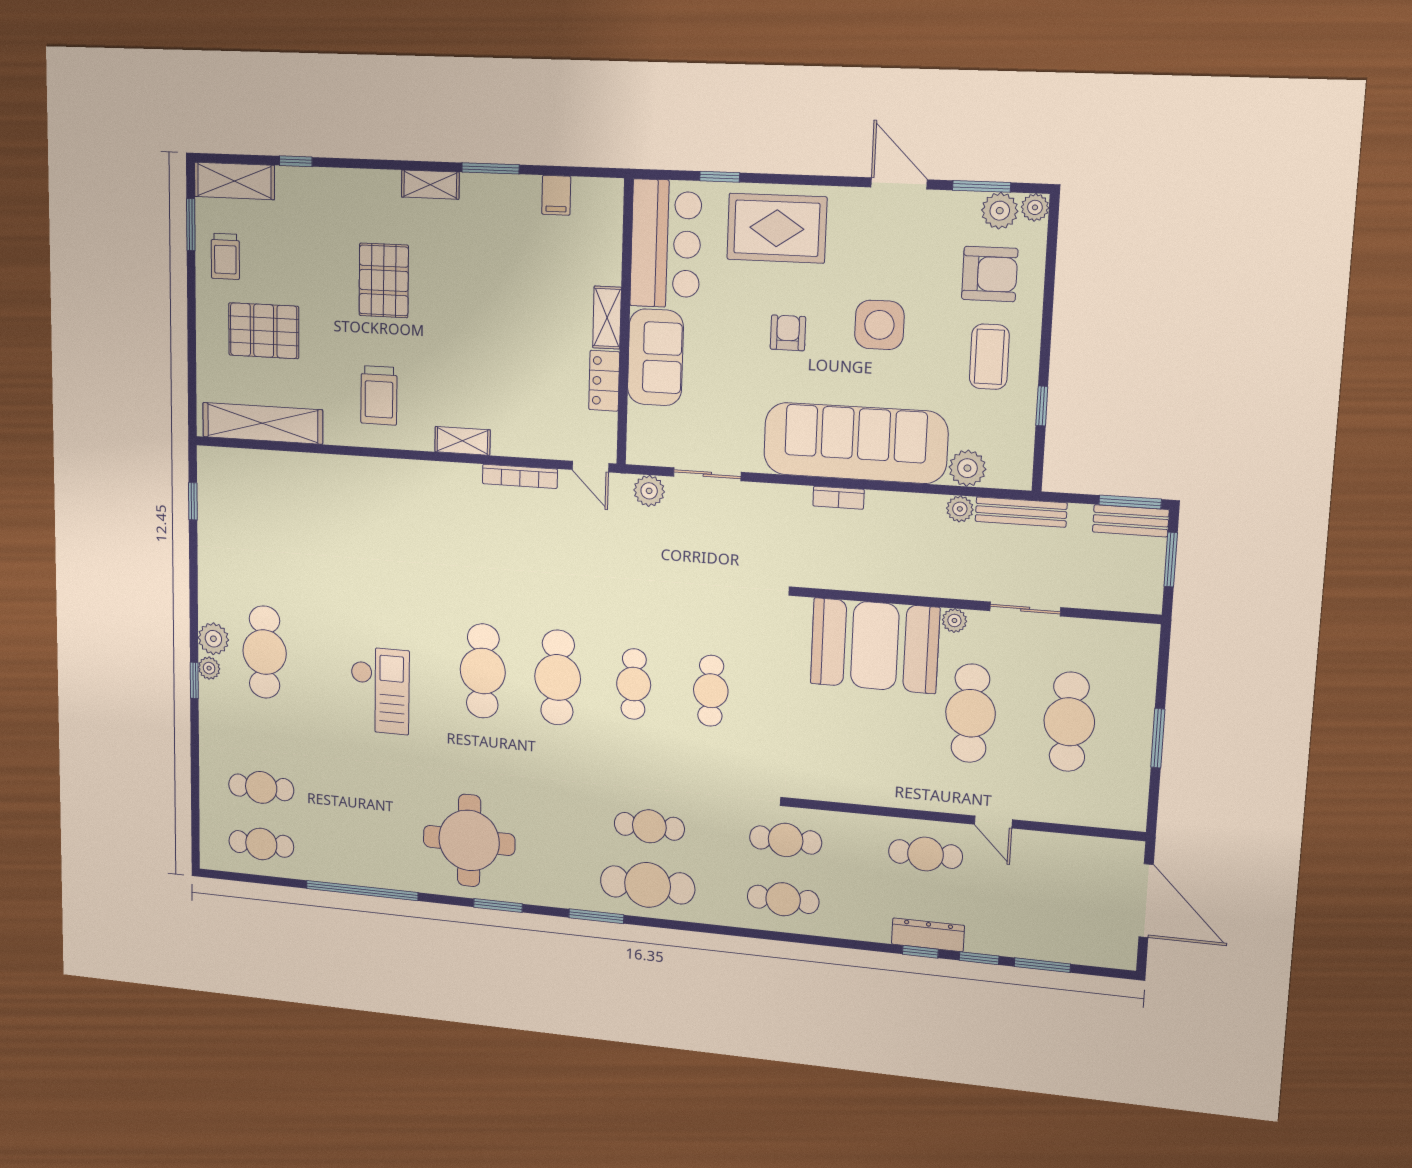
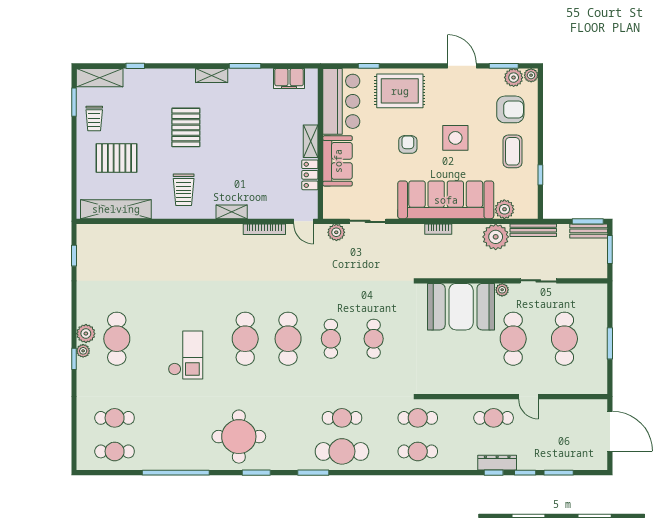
filing cabinet: (556, 195) -> (289, 78), width x2.00
plant: (960, 509) -> (496, 237), width x1.87, depth x1.87

